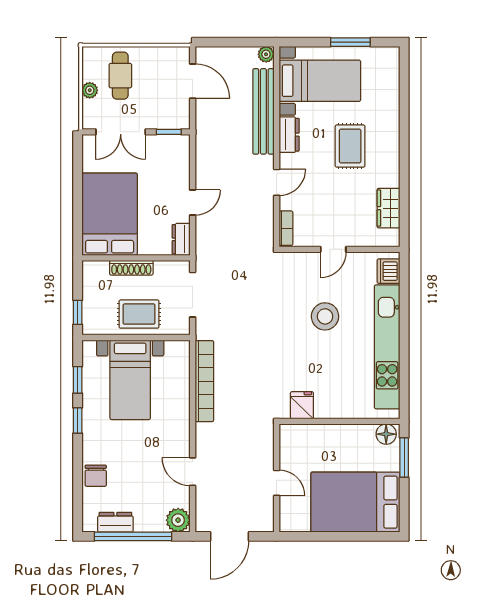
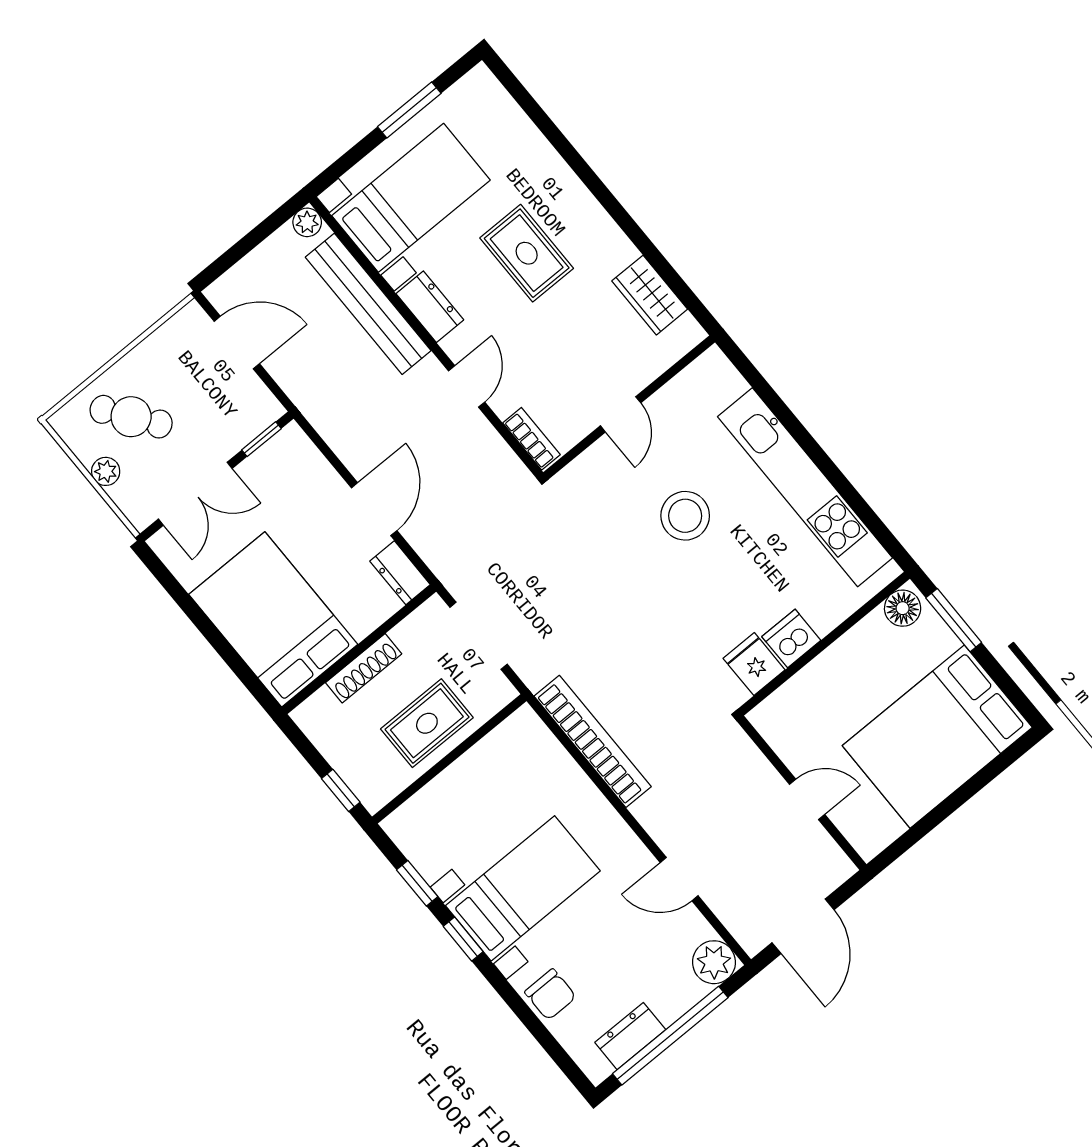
cafe table: (120, 76) -> (131, 417), turned -36
door: (193, 203) -> (374, 509), width x1.38
dishwasher: (389, 271) -> (791, 638), moved, turned 90
bed with nightstands: (130, 380) -> (523, 888), moved, turned -90

